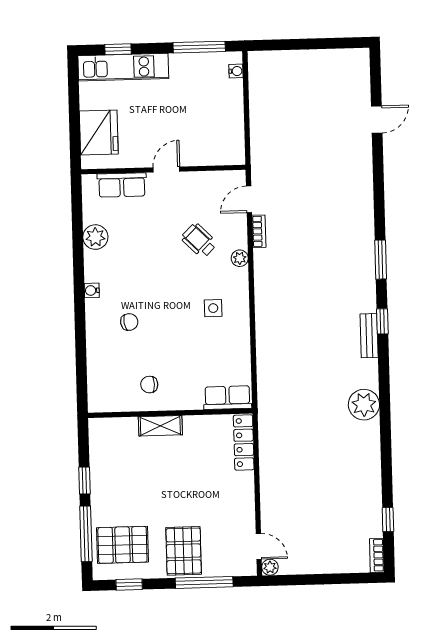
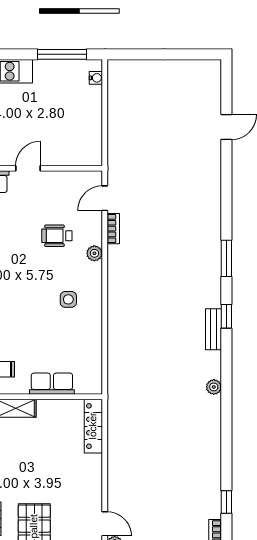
wheelchair: (199, 241) -> (57, 236), turned -45
row of seats: (227, 398) -> (52, 384), moved
plant: (364, 405) -> (214, 387), width x0.53, depth x0.53

